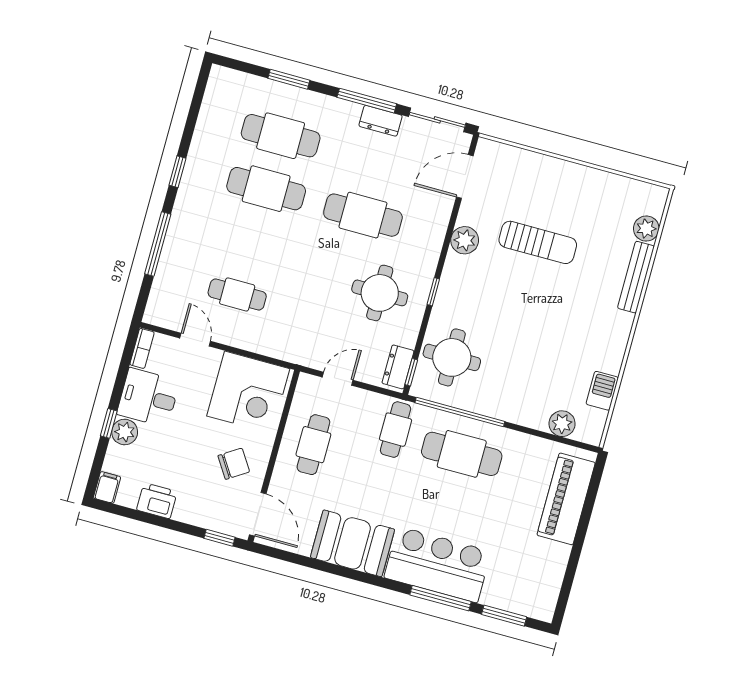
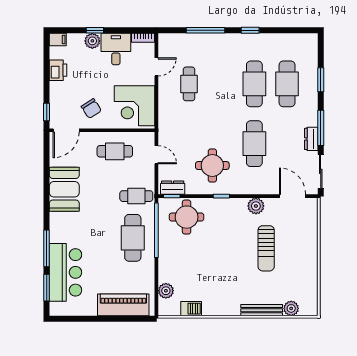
bar counter: (438, 564) -> (65, 272), moved

